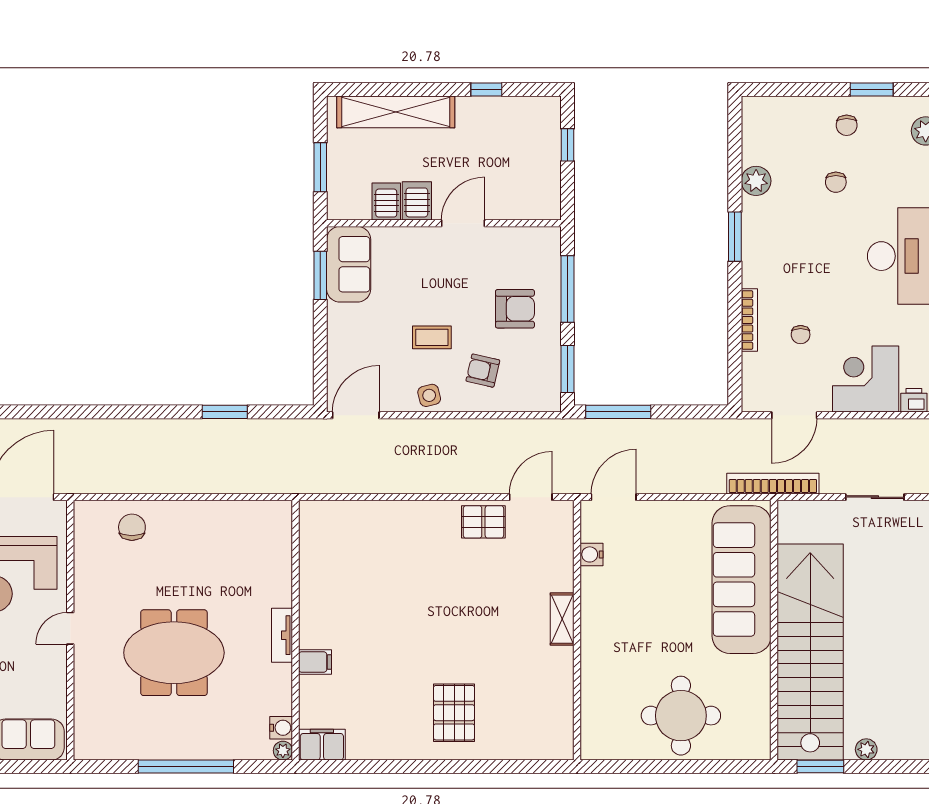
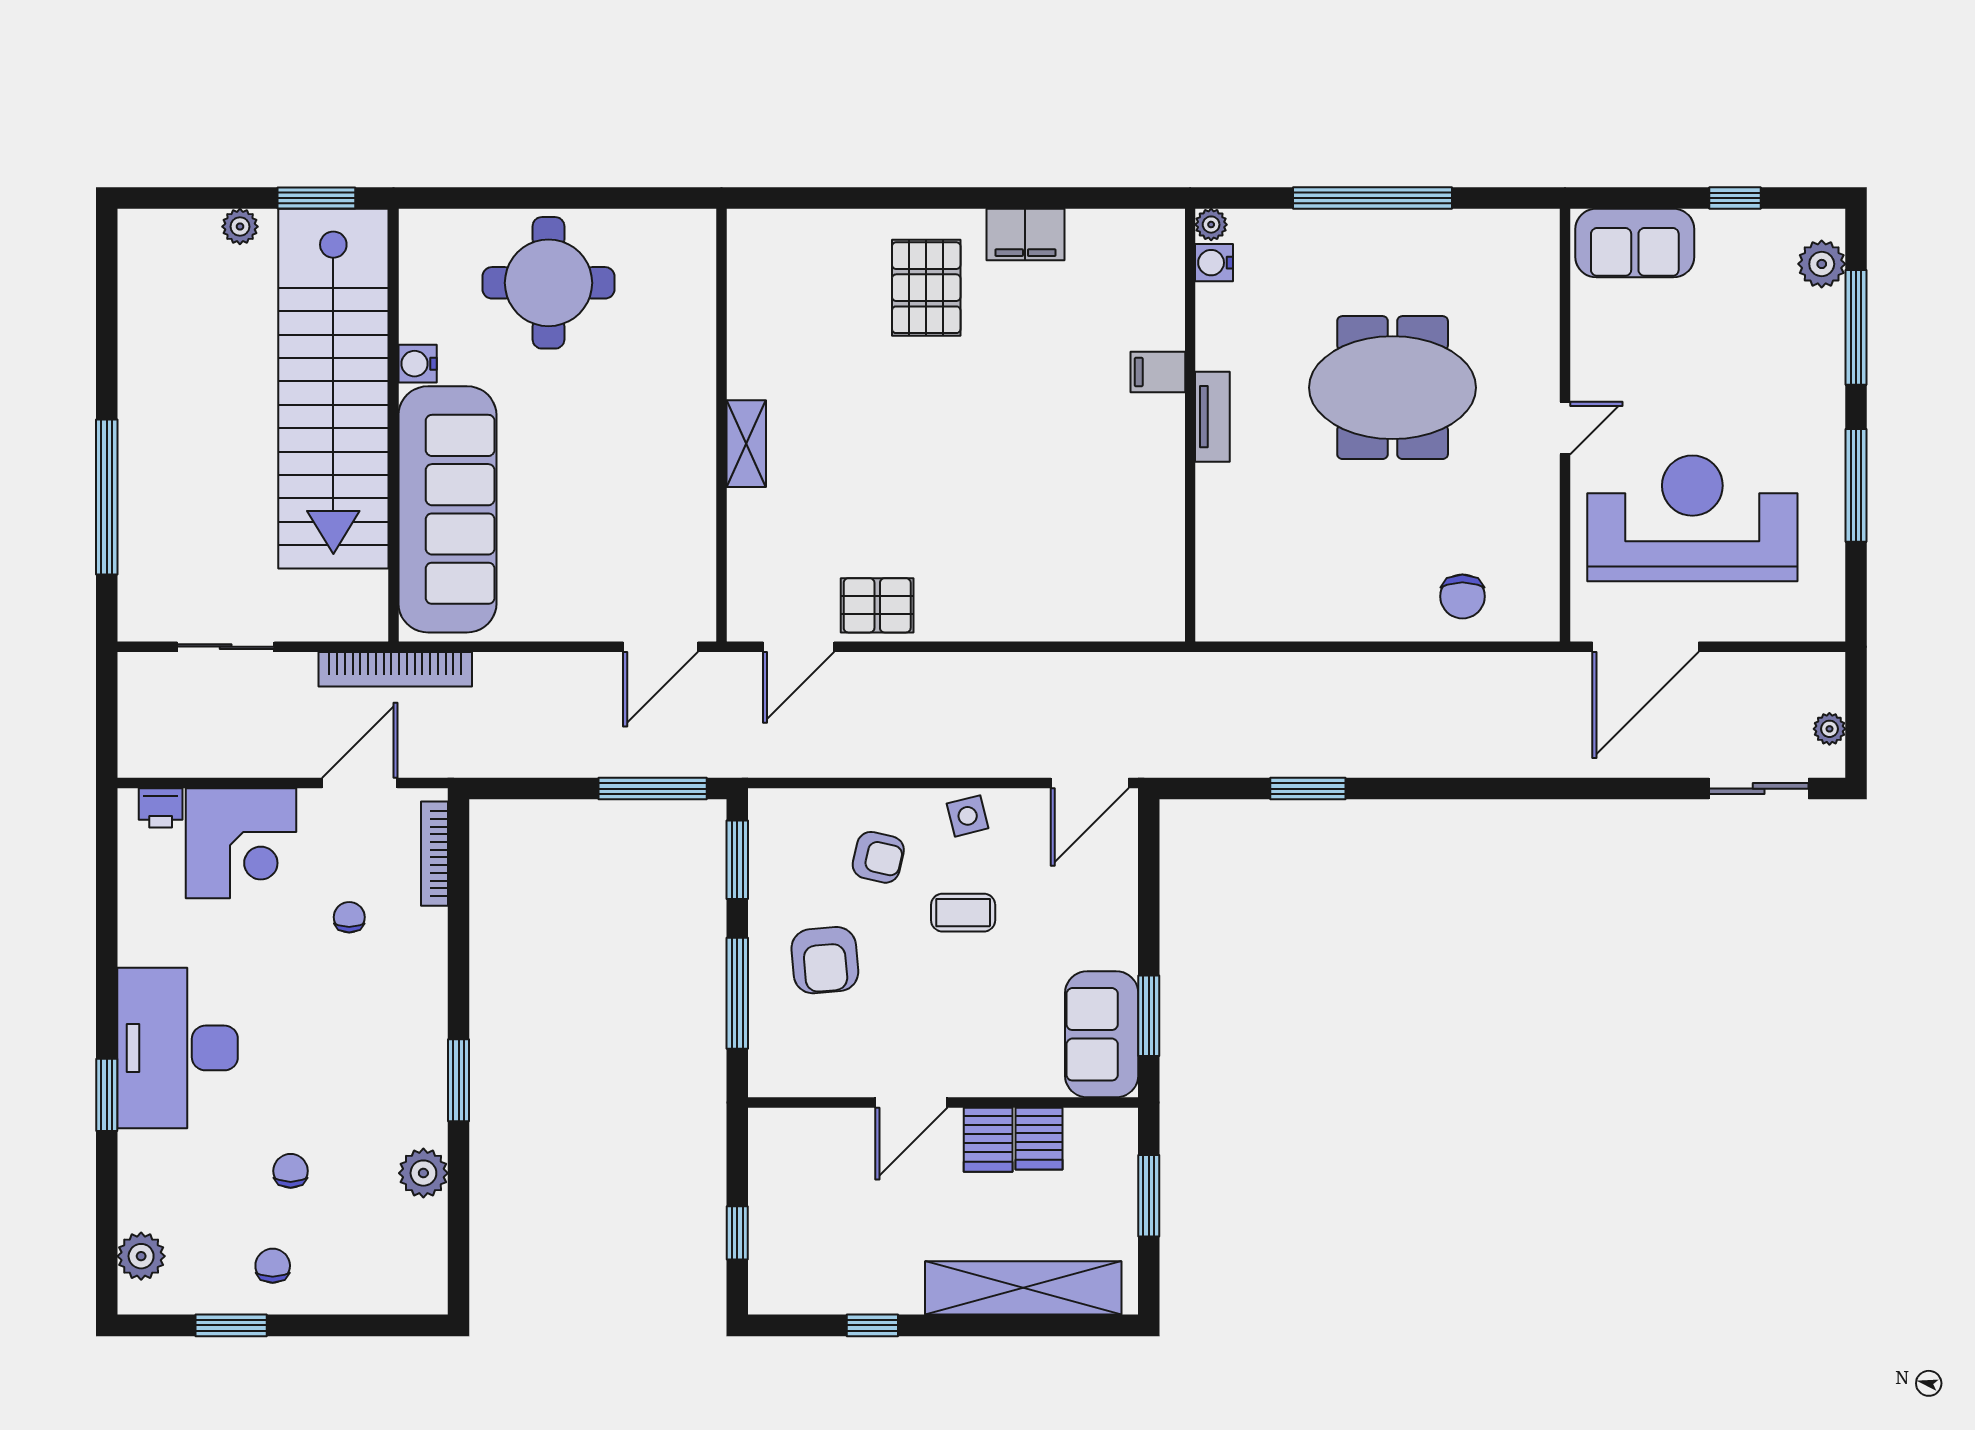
armchair: (515, 309) -> (825, 960), turned -95
bookcase: (749, 320) -> (435, 854), moved
water cooler: (591, 554) -> (418, 364), moved, turned 180
filing cabinet: (322, 745) -> (1025, 235), moved

